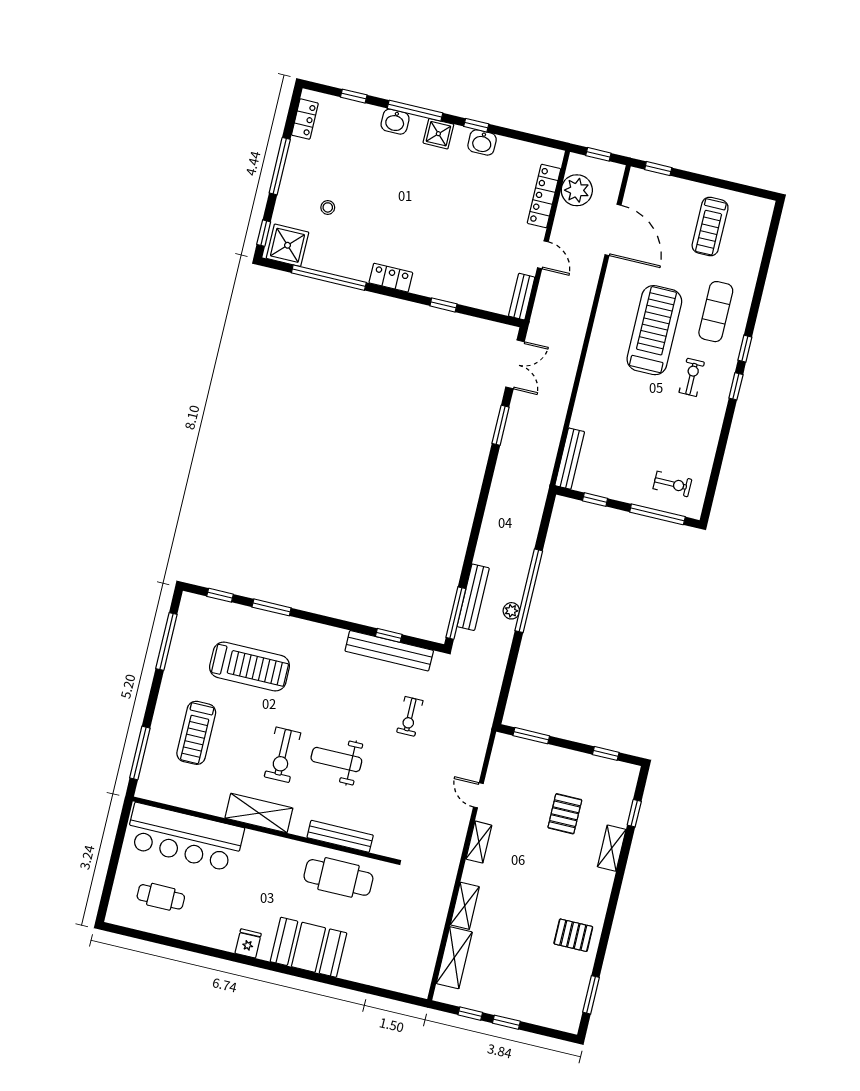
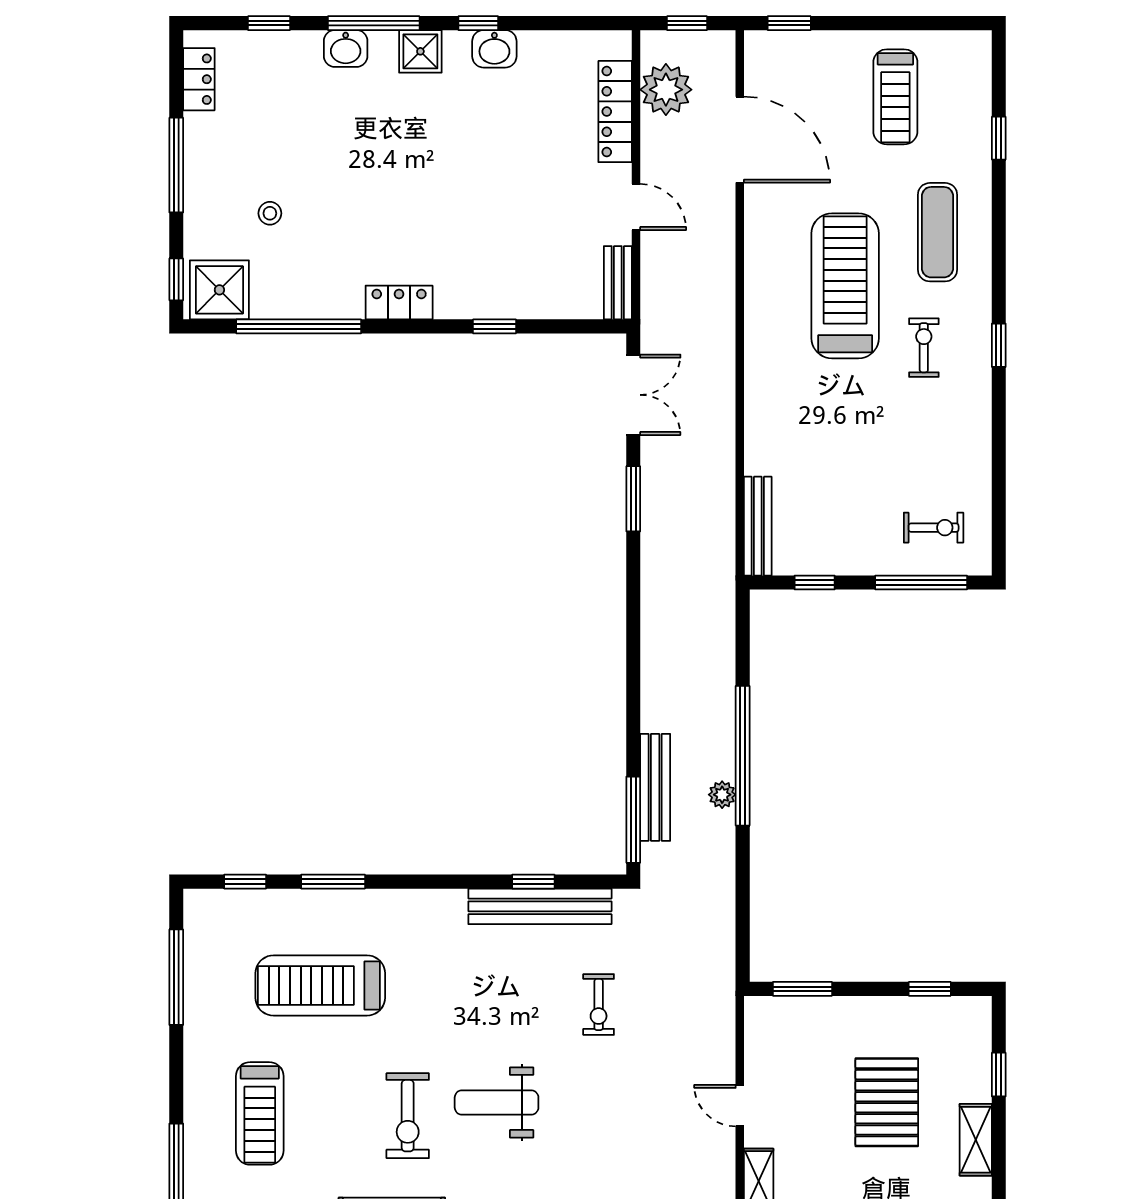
window: (745, 349) -> (999, 138), moved
treadmill: (250, 666) -> (320, 985), turned 180
pallet: (565, 814) -> (887, 1102), width x1.50, depth x1.42

